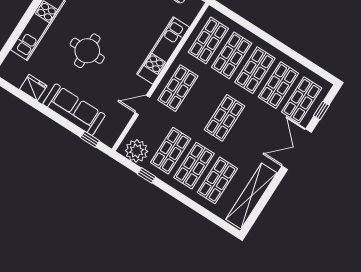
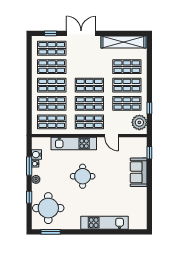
round table: (87, 51) -> (83, 176), moved
fridge: (33, 88) -> (141, 203), removed
shop shelf: (201, 103) -> (89, 103), added
sofa: (74, 110) -> (139, 172), width x0.73
double door: (297, 149) -> (81, 33), swing flipped

